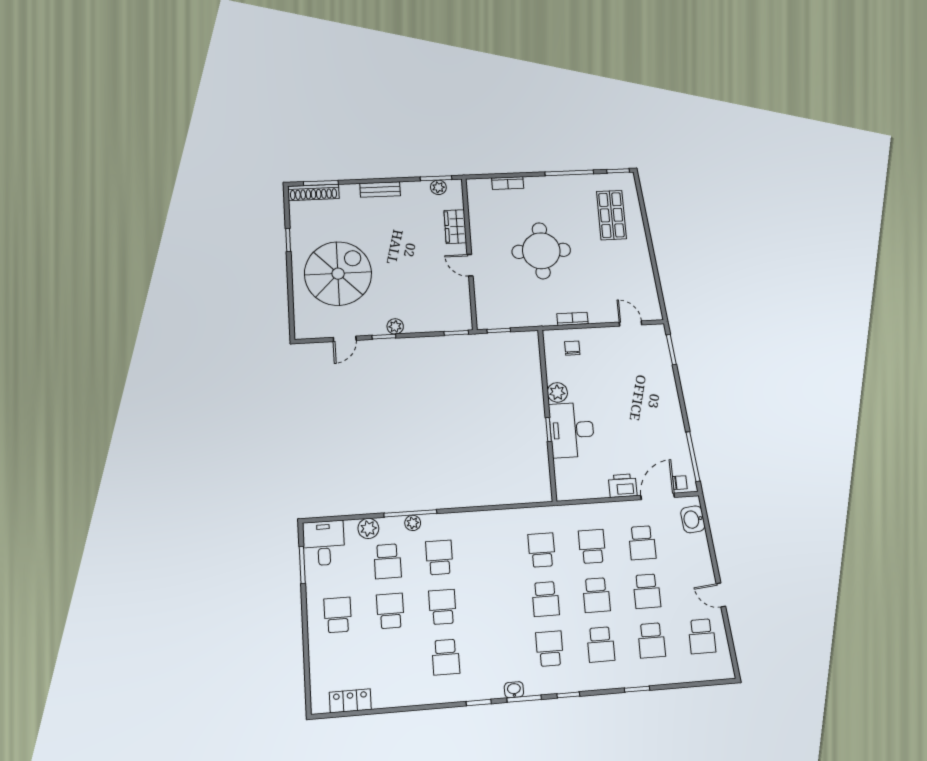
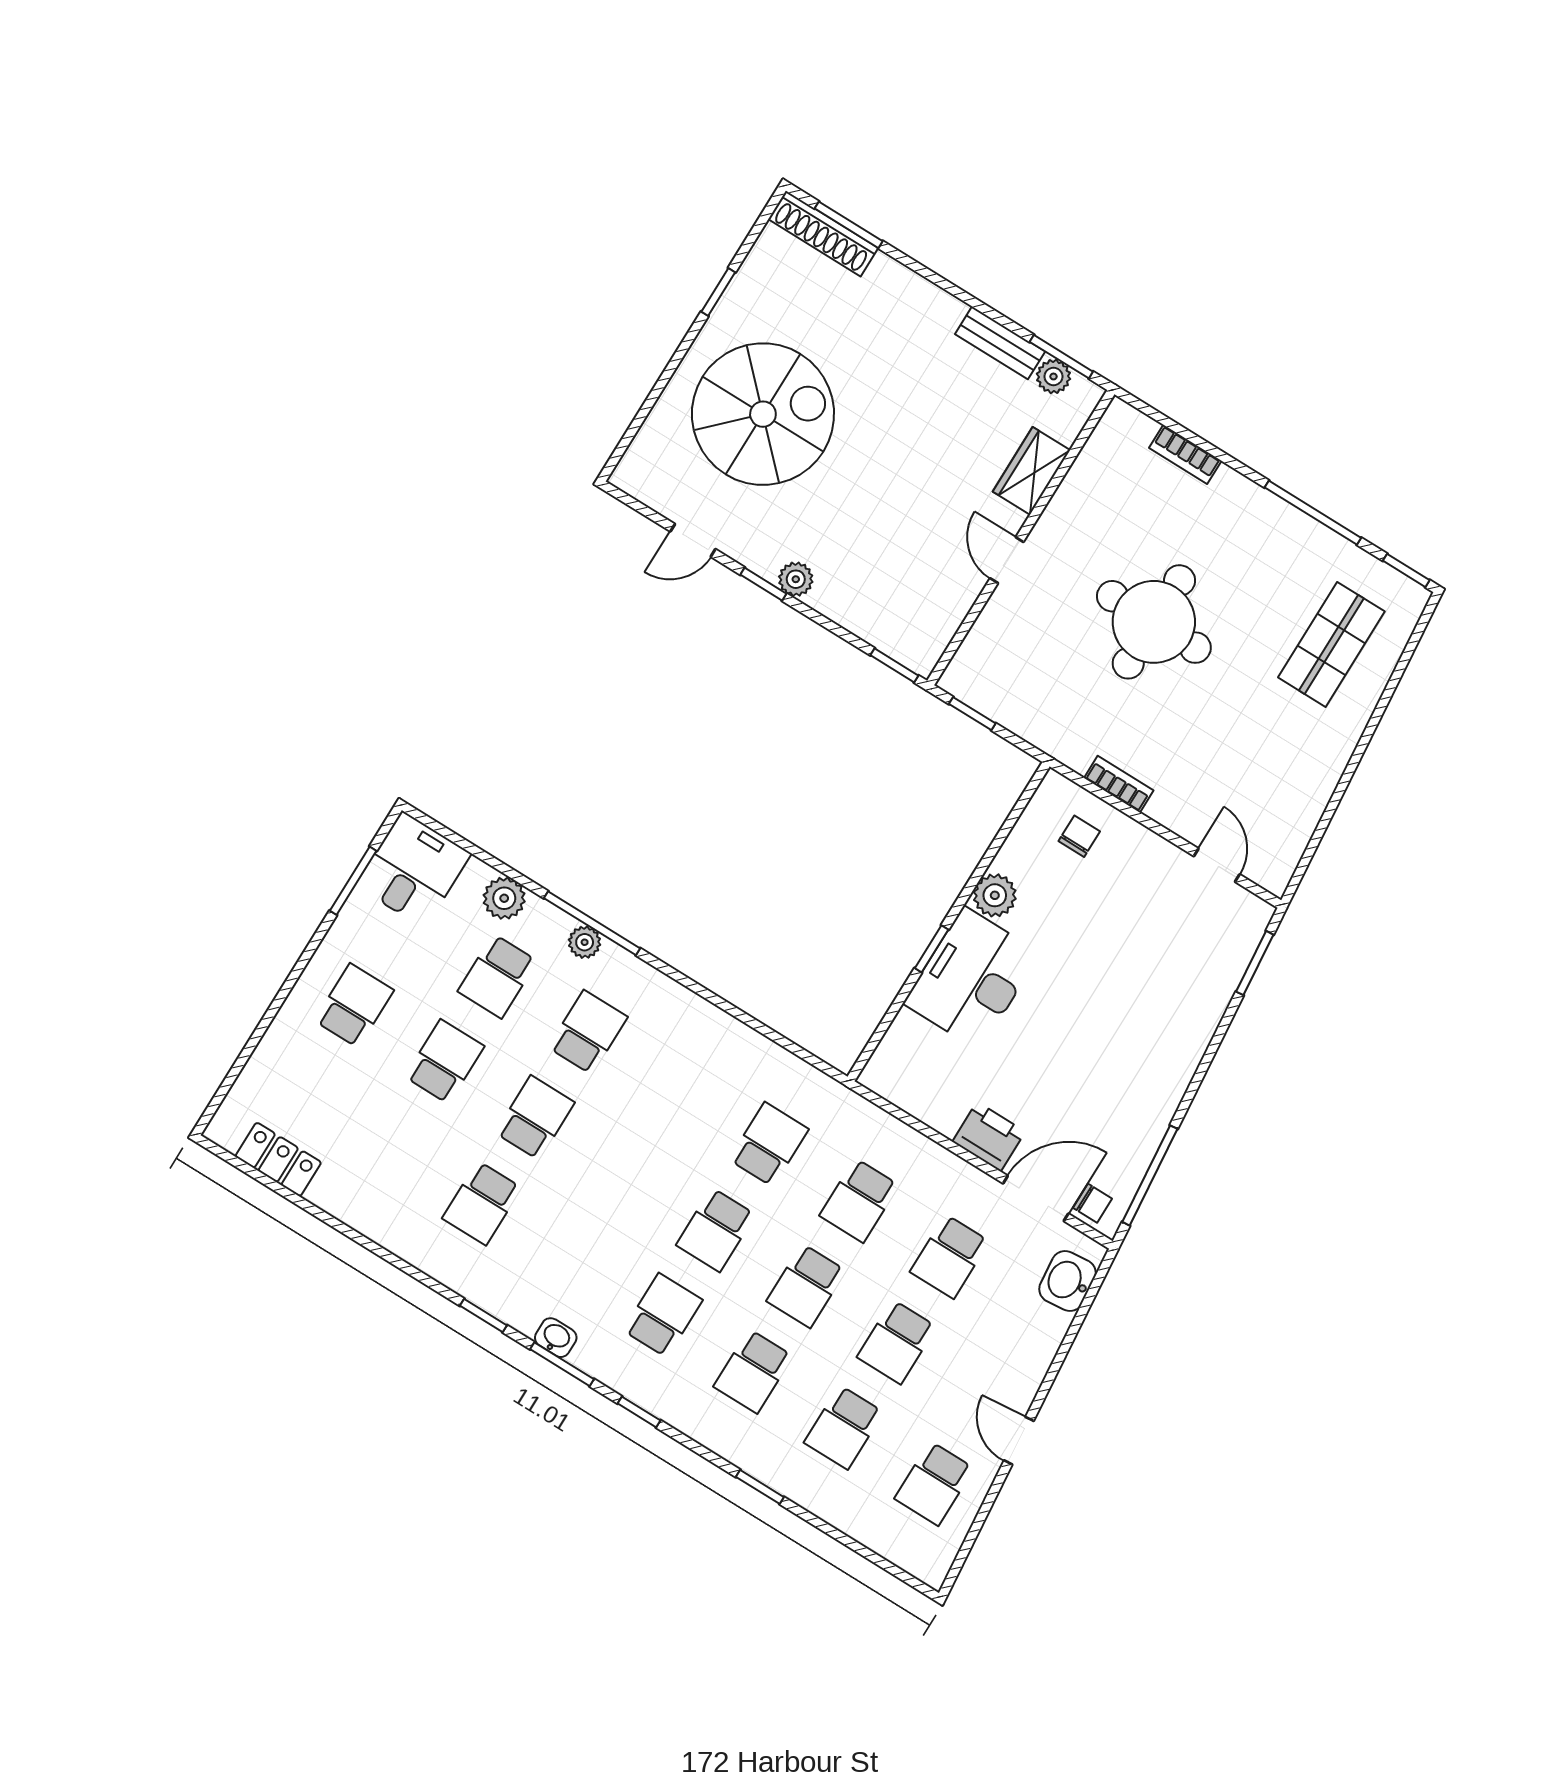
bench: (380, 189) -> (1000, 343), moved
school desk: (592, 546) -> (859, 1200), turned 180

